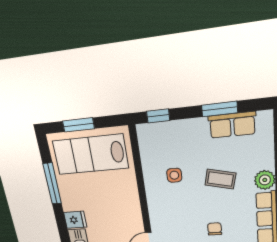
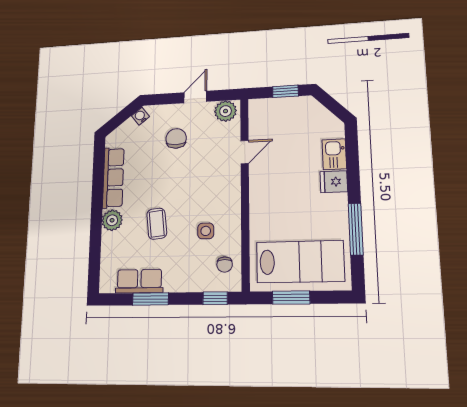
window: (78, 125) -> (291, 298), moved
coffee table: (220, 179) -> (157, 224), turned 71
chair: (215, 229) -> (225, 265), moved

